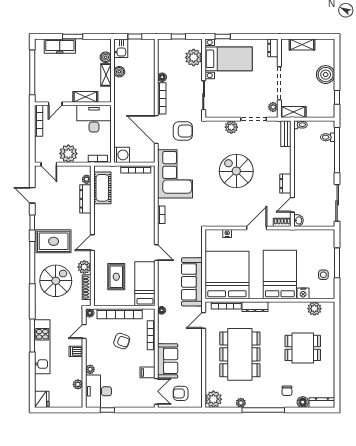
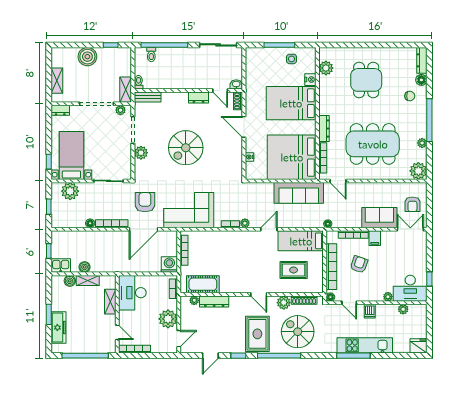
plant: (162, 229) -> (245, 223), added
filing cabinet: (147, 372) -> (375, 238), moved

